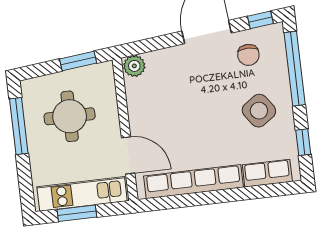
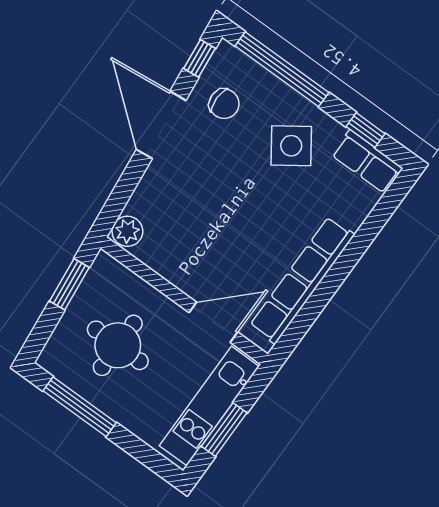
row of seats: (267, 173) -> (367, 162), moved, turned -90

